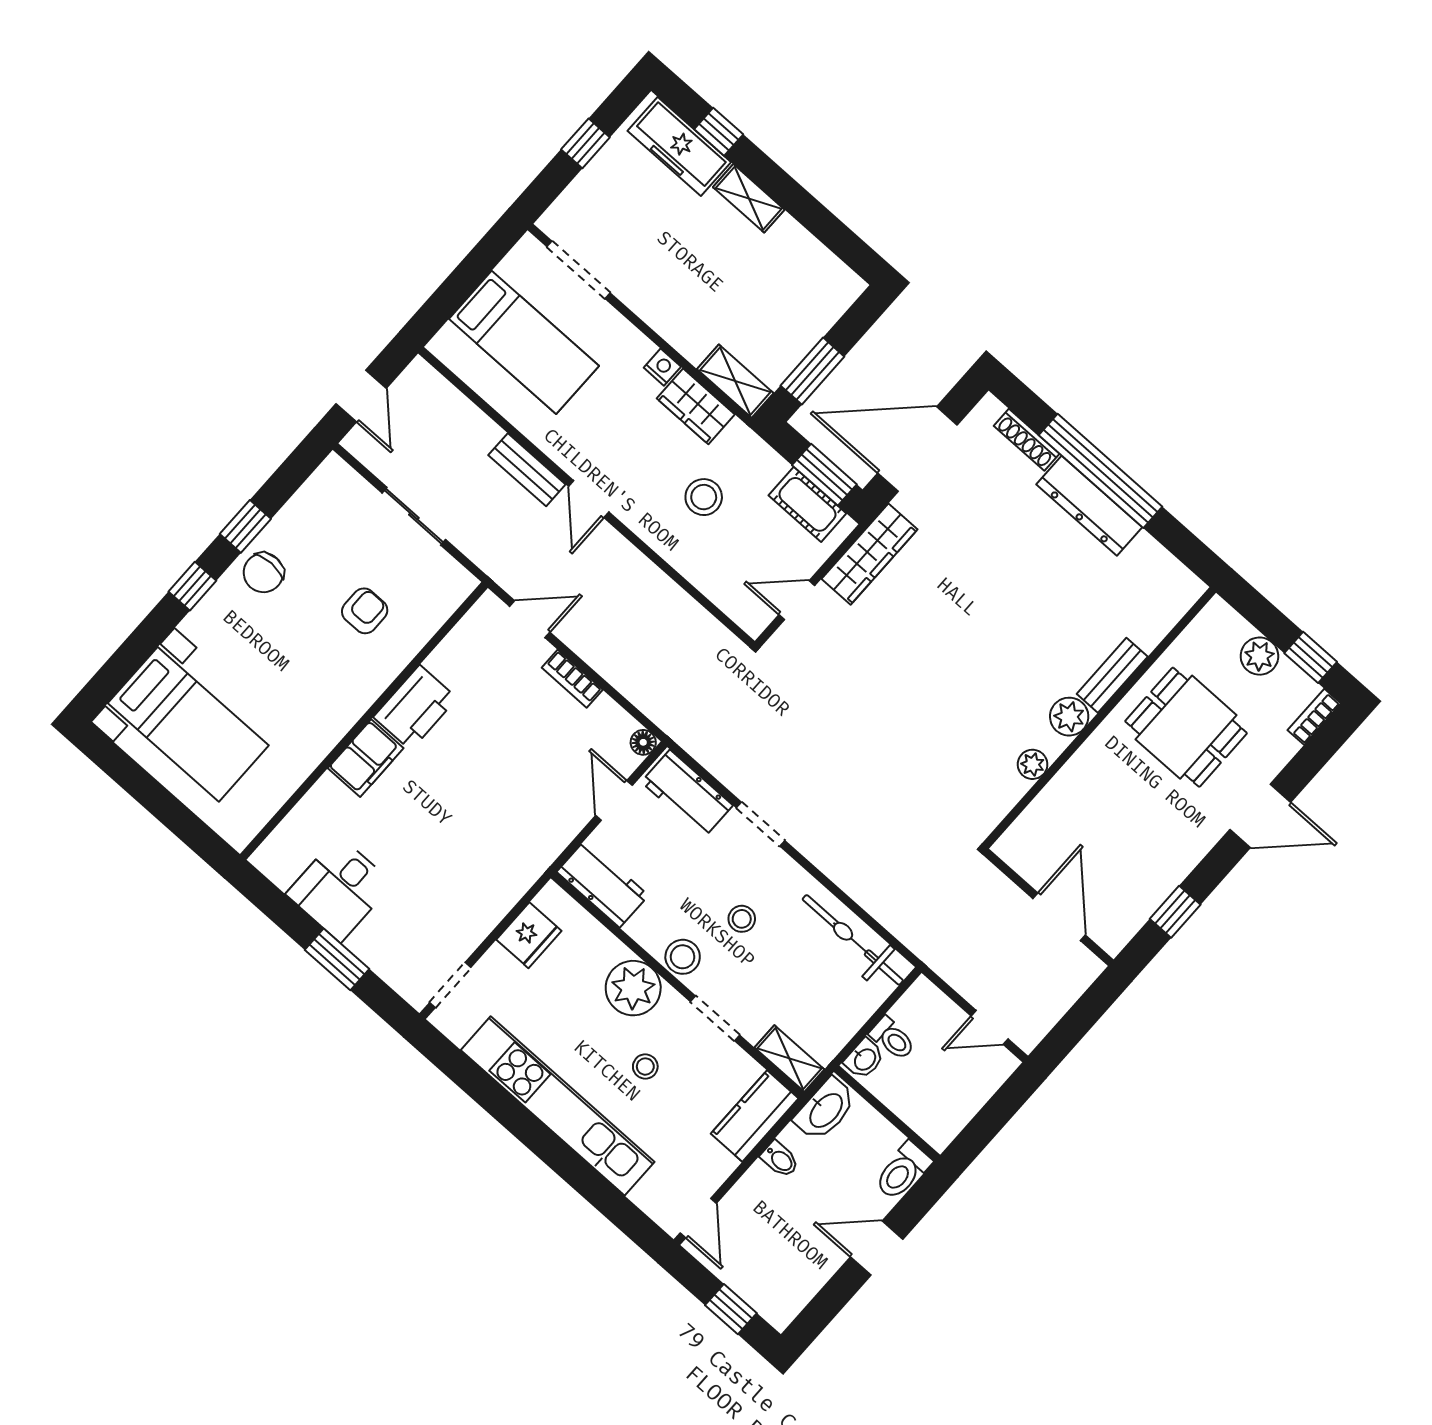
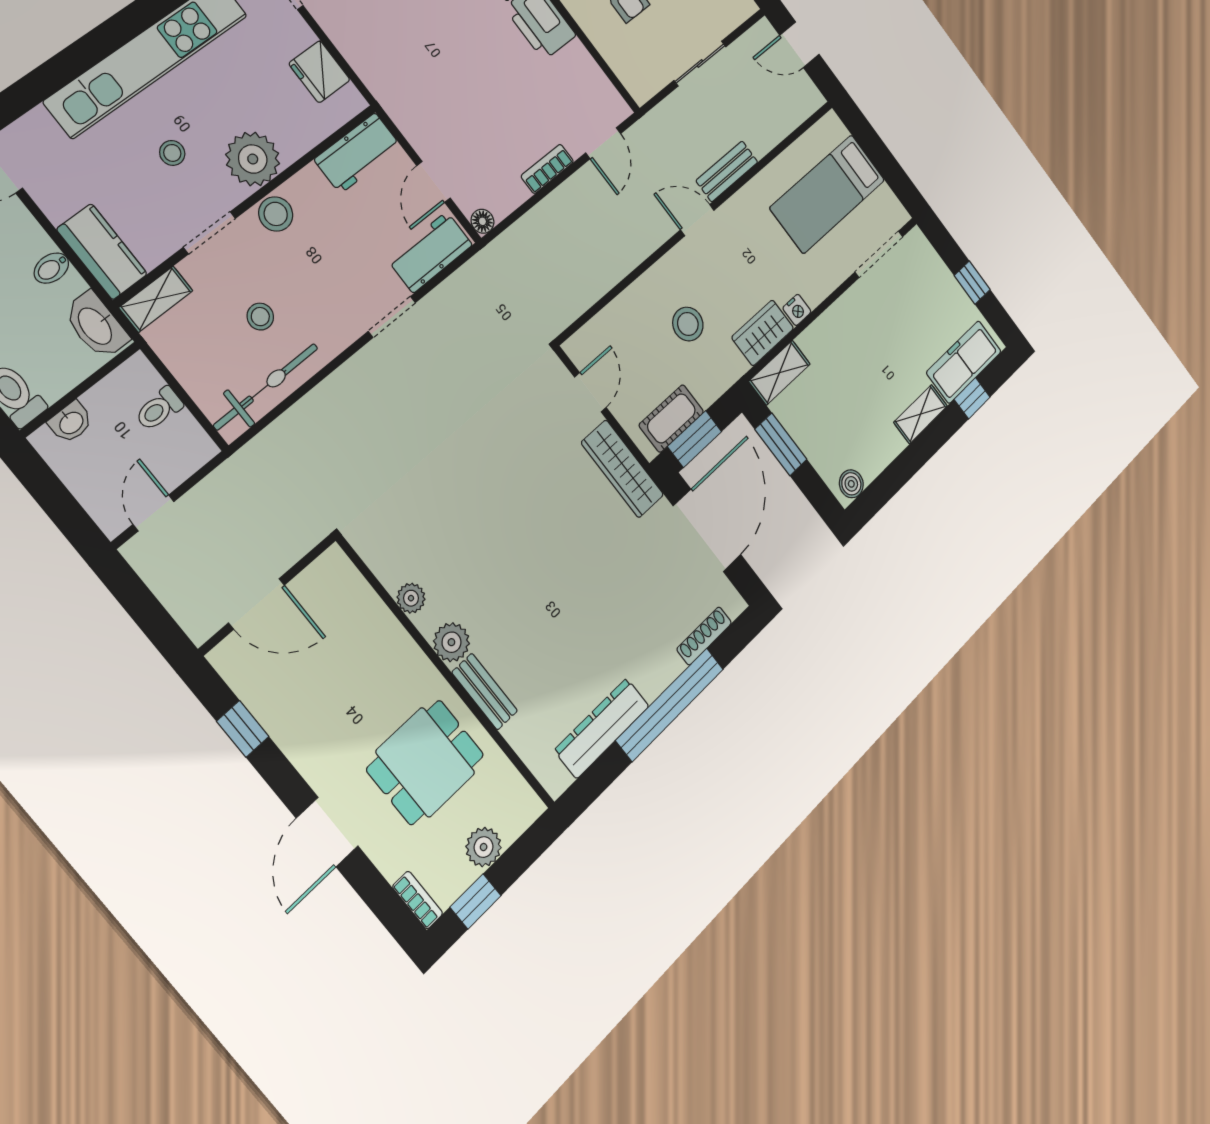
boiler: (841, 279) -> (851, 484), added
dresser: (1089, 506) -> (602, 728), moved
door: (614, 800) -> (433, 182), swing flipped
stool: (742, 919) -> (260, 317), moved
washbasin: (864, 1059) -> (71, 422), moved, turned -90

